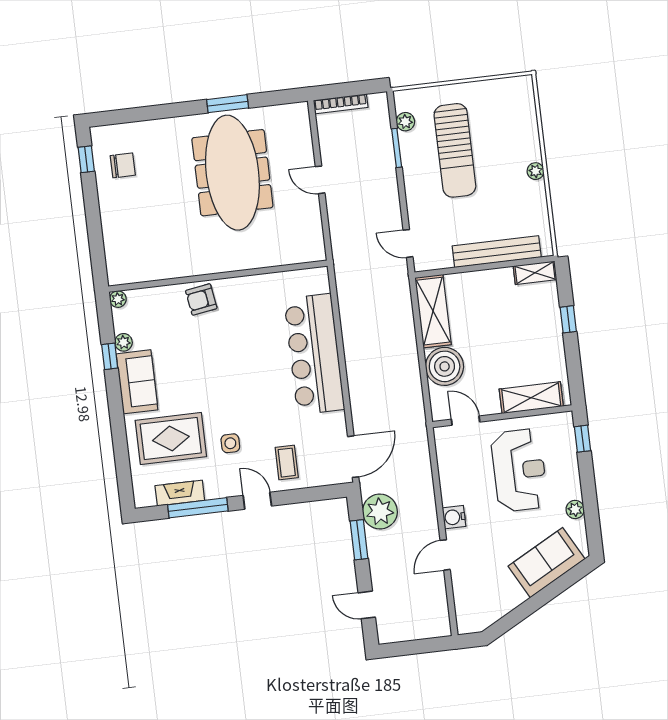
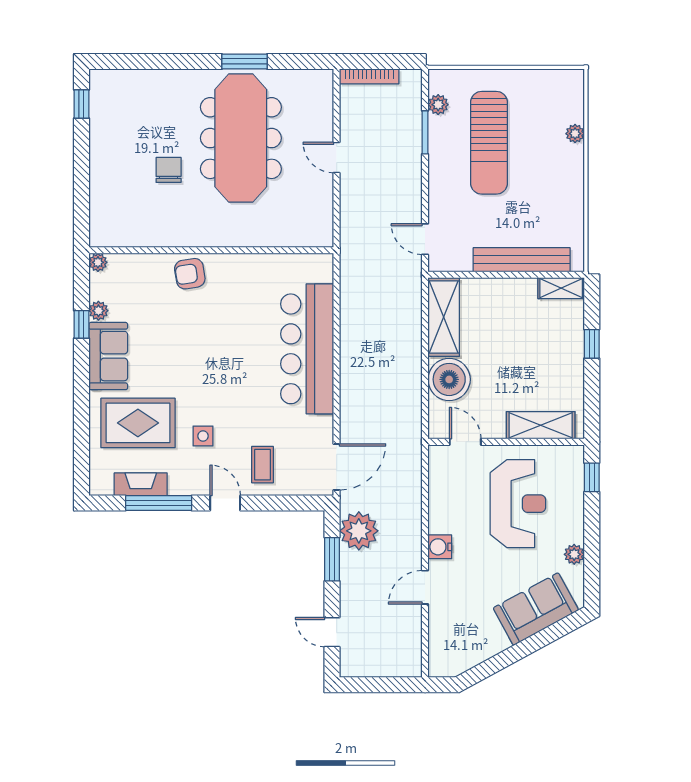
chair: (123, 165) -> (169, 170), moved, turned -90
plant: (535, 171) -> (575, 134), moved

